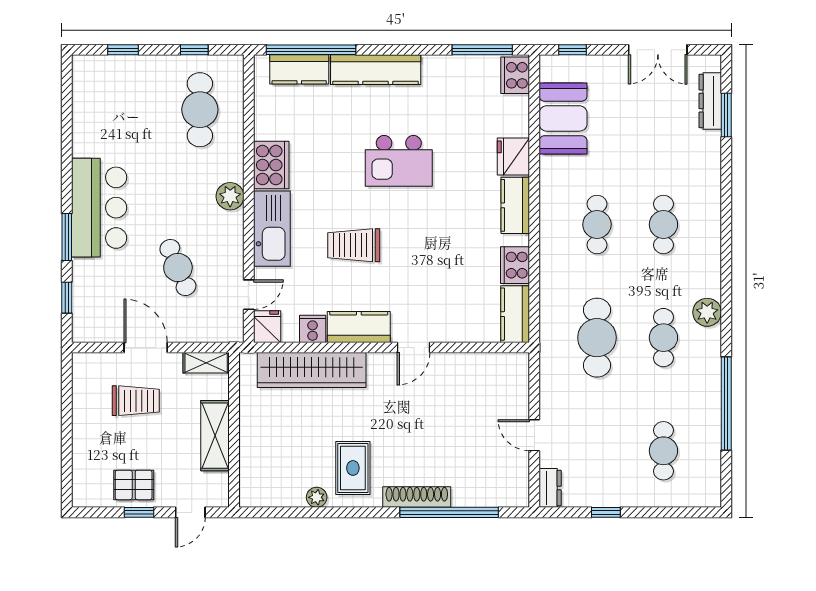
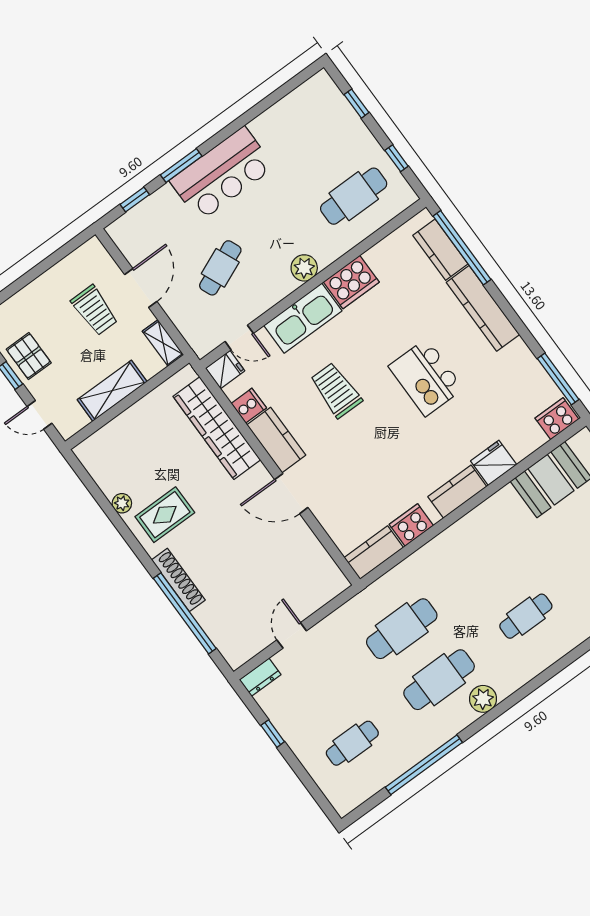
cafe table: (597, 224) -> (489, 565), removed
cafe table: (663, 338) -> (439, 680), width x1.37, depth x1.35
door: (414, 347) -> (291, 494), width x1.38

